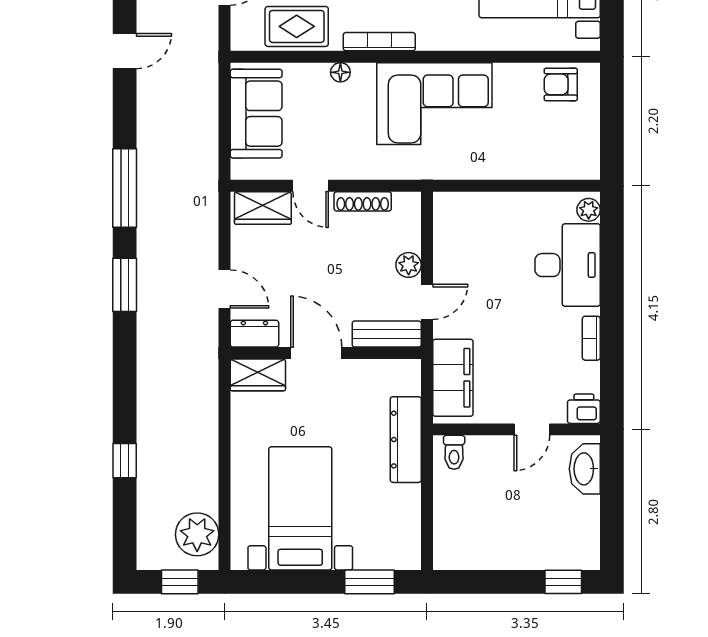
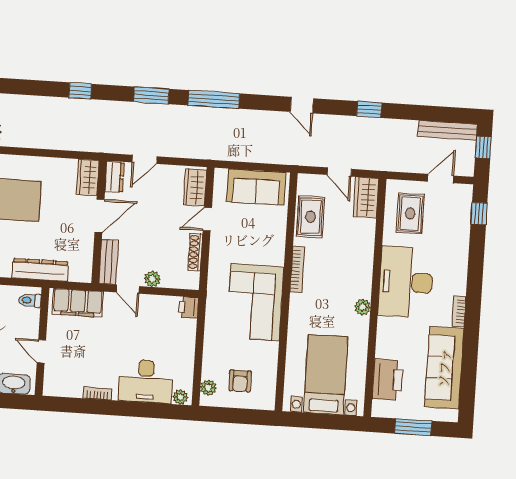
floor lamp: (340, 72) -> (279, 243), removed
armchair: (561, 84) -> (240, 381), moved, turned 180
plant: (571, 167) -> (208, 388), added
printer: (584, 409) -> (188, 307), moved, turned 180
window: (125, 461) -> (80, 91), moved

